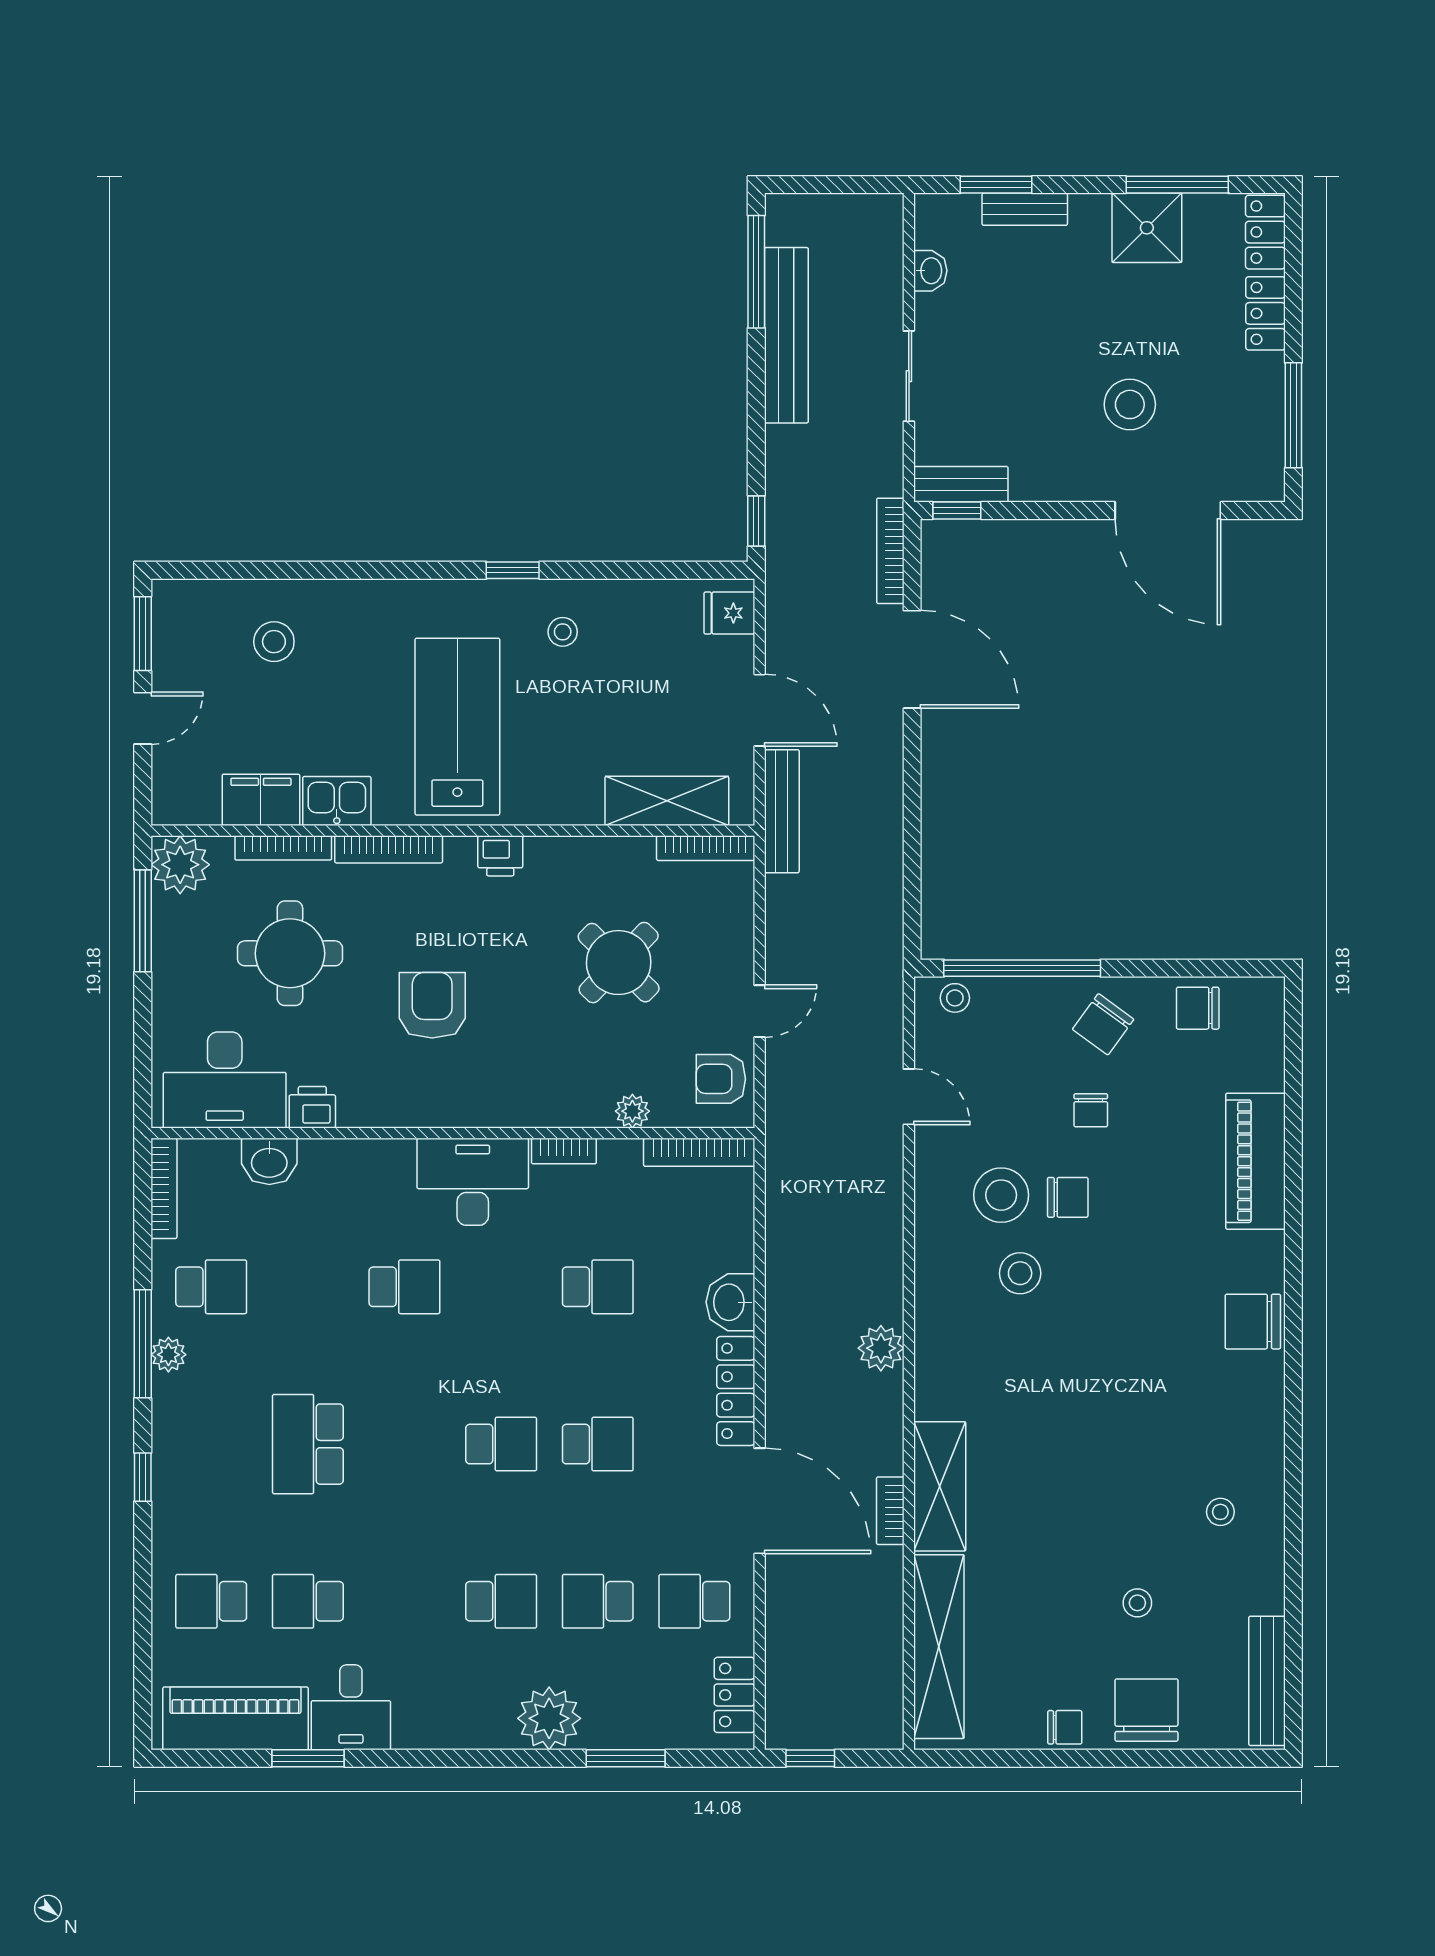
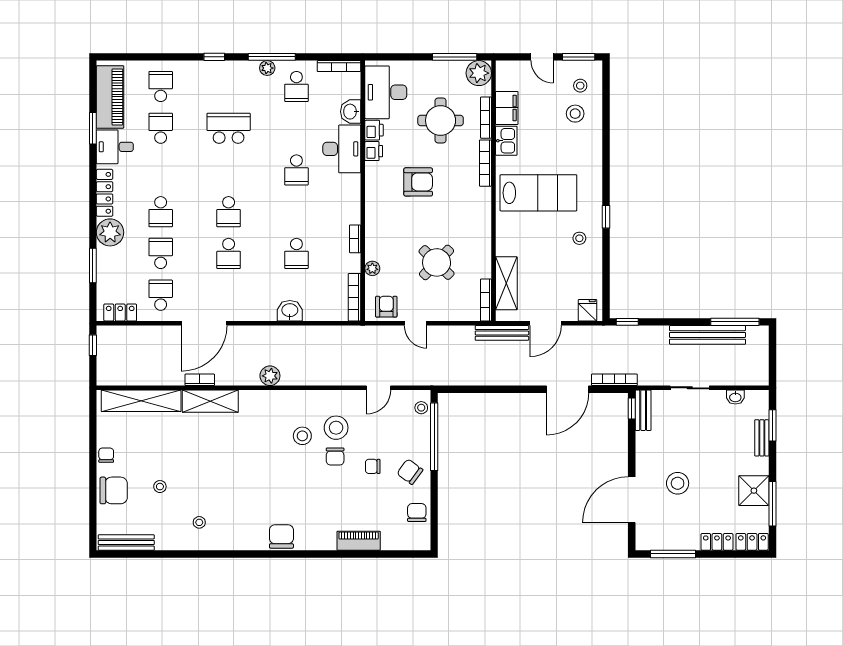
stool: (209, 630) -> (580, 86), added
printer: (500, 856) -> (374, 151), moved, turned 180
piano: (1256, 1161) -> (359, 541), width x0.73, depth x0.75
desk: (473, 1182) -> (342, 149), moved
locker: (736, 1391) -> (105, 193), moved, turned 90
chair: (1065, 1727) -> (106, 455), turned 180

